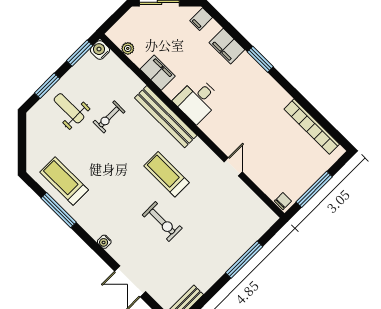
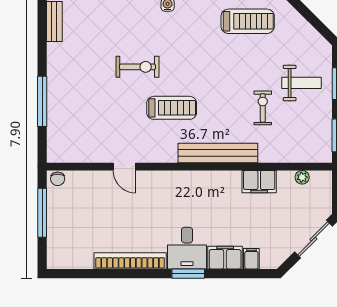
filing cabinet: (201, 19) -> (251, 259), moved
water cooler: (100, 50) -> (323, 154), removed
desk: (197, 100) -> (187, 248), moved, turned 180
bookcase: (312, 127) -> (130, 261), moved
exercise bike: (162, 222) -> (137, 67), turned 180

